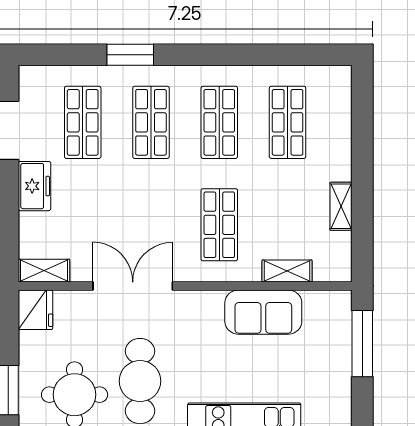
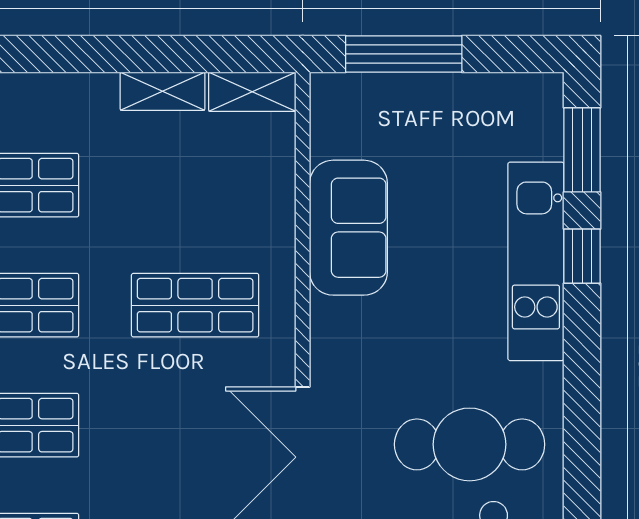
shelving: (287, 271) -> (252, 92), moved, turned 90

